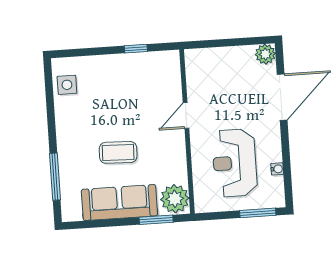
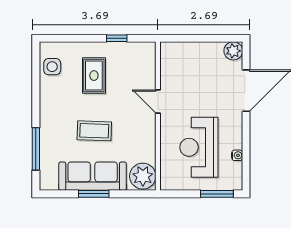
rug: (114, 92) -> (94, 76), added
door: (186, 115) -> (158, 102), hinge flipped
window: (156, 220) -> (94, 194), moved

